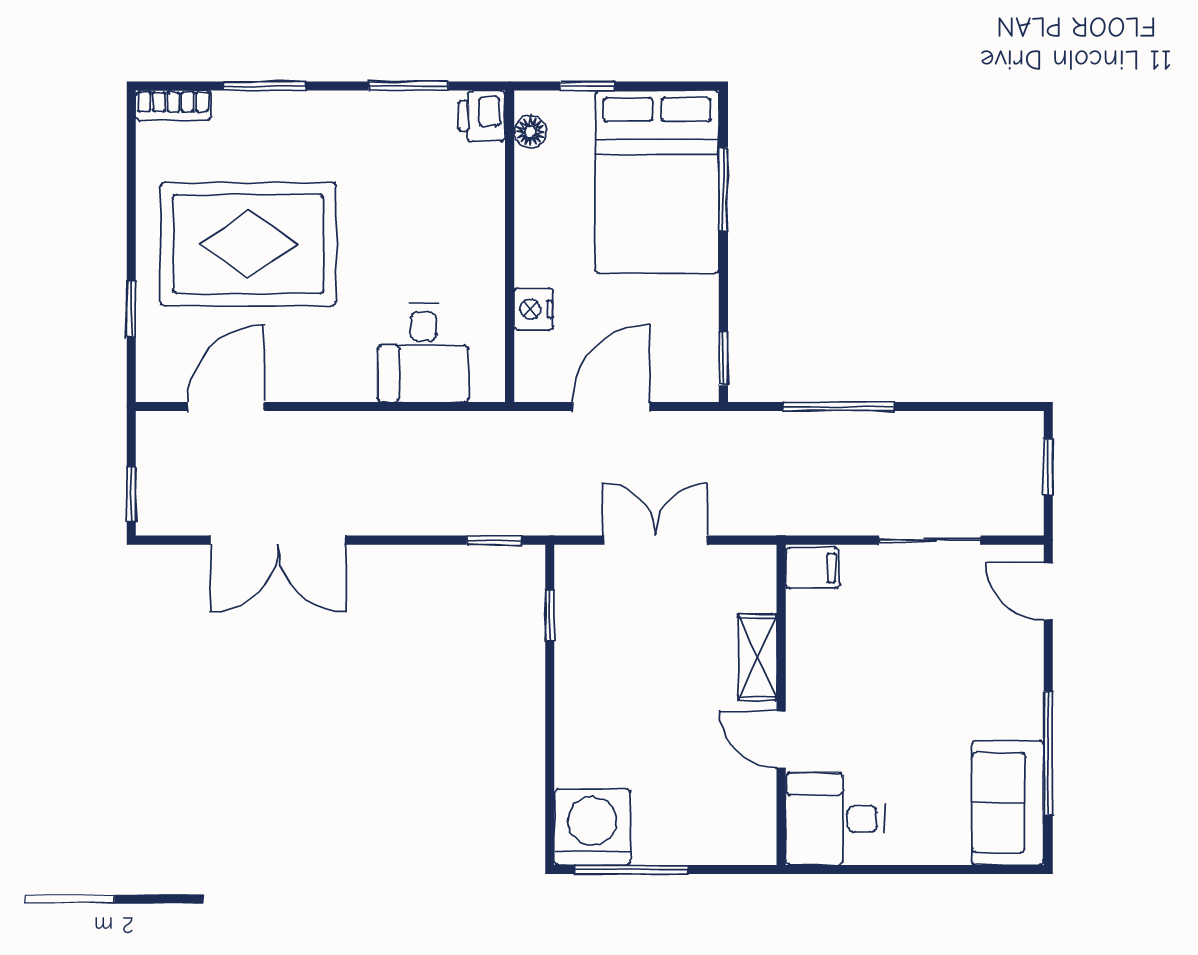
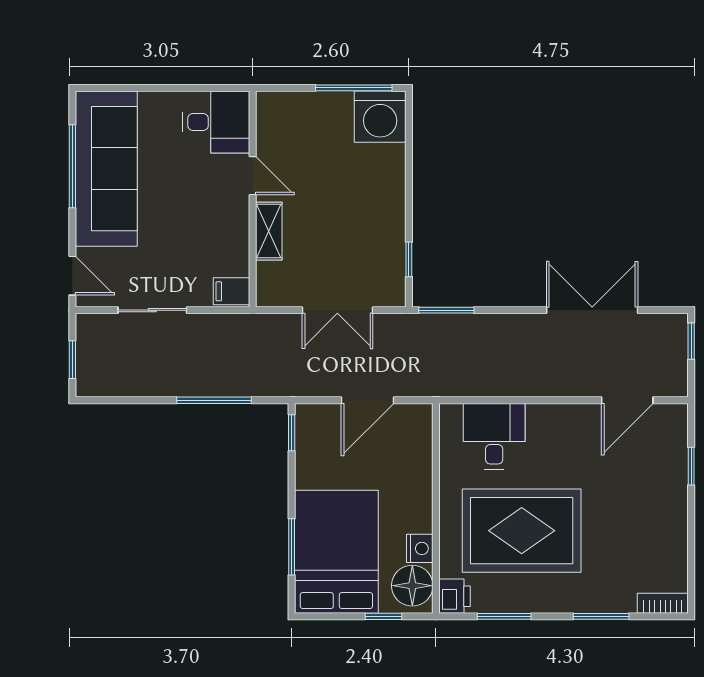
floor lamp: (530, 132) -> (412, 586), width x1.89, depth x1.89
rug: (248, 244) -> (522, 531), moved
nightstand: (533, 309) -> (420, 548), moved
window: (494, 540) -> (446, 310), width x1.50
sofa: (1008, 803) -> (106, 169), width x1.85, depth x1.27

